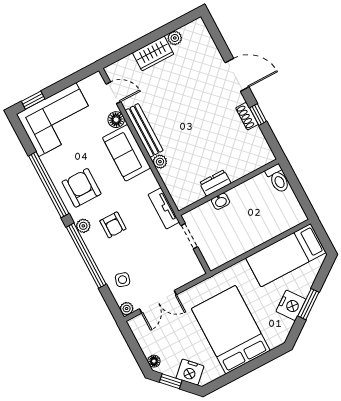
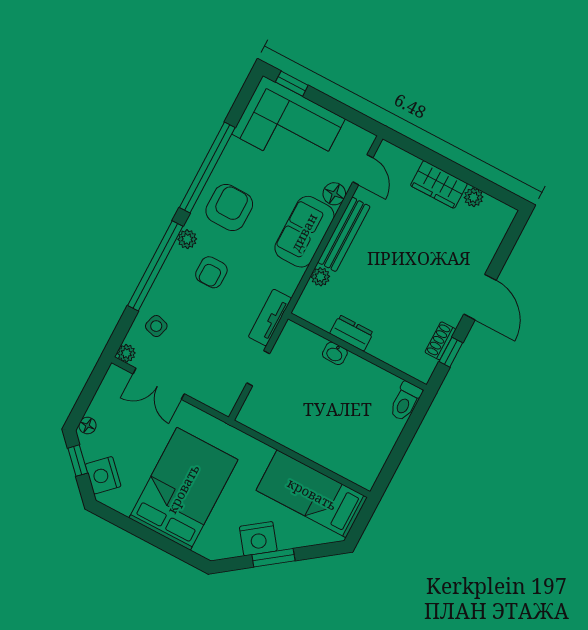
toilet: (278, 179) -> (405, 401), moved
dresser: (215, 183) -> (352, 333), moved
wall: (229, 187) -> (357, 352), moved
washbasin: (221, 201) -> (335, 353), moved

